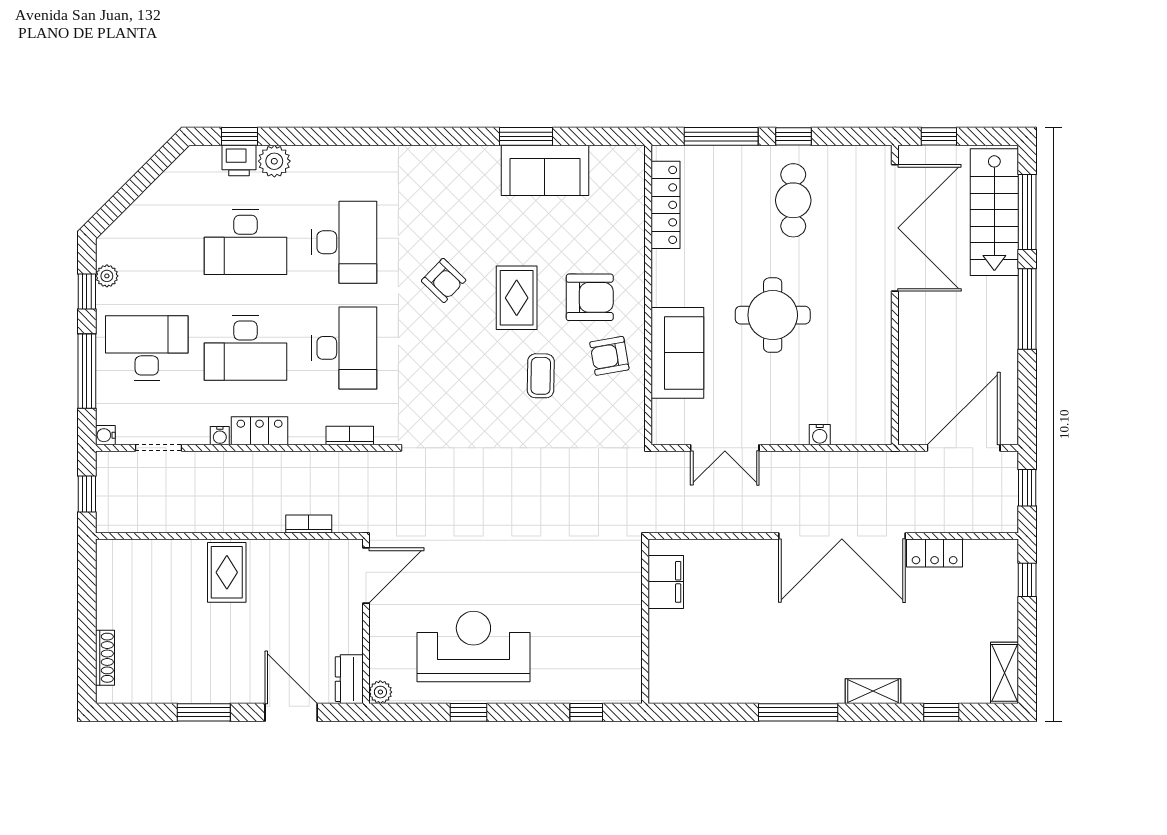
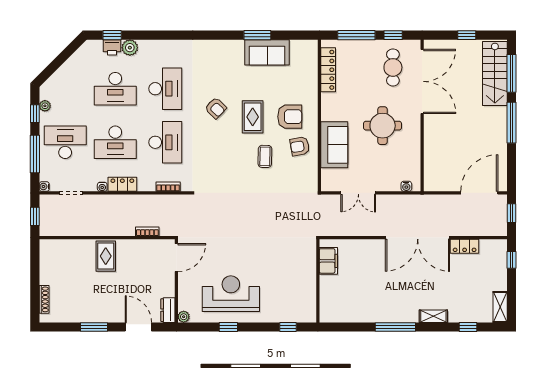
double door: (895, 228) -> (422, 81), moved
wall: (895, 295) -> (422, 115), moved

